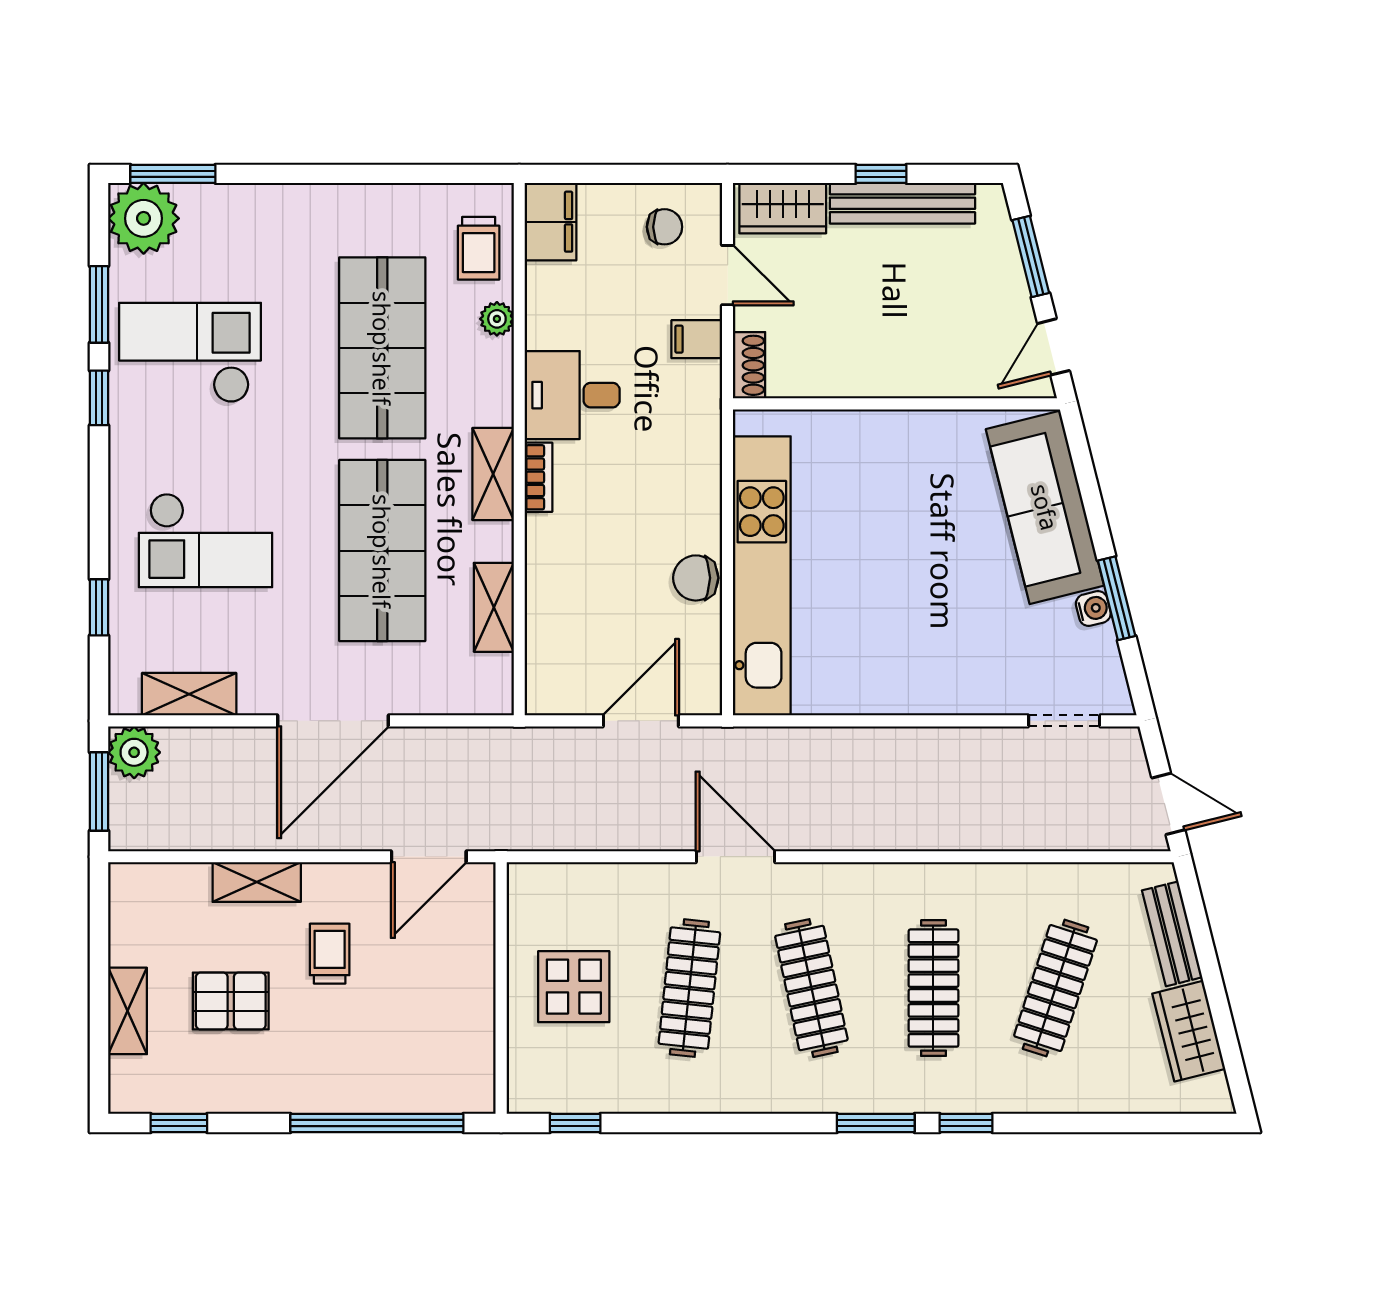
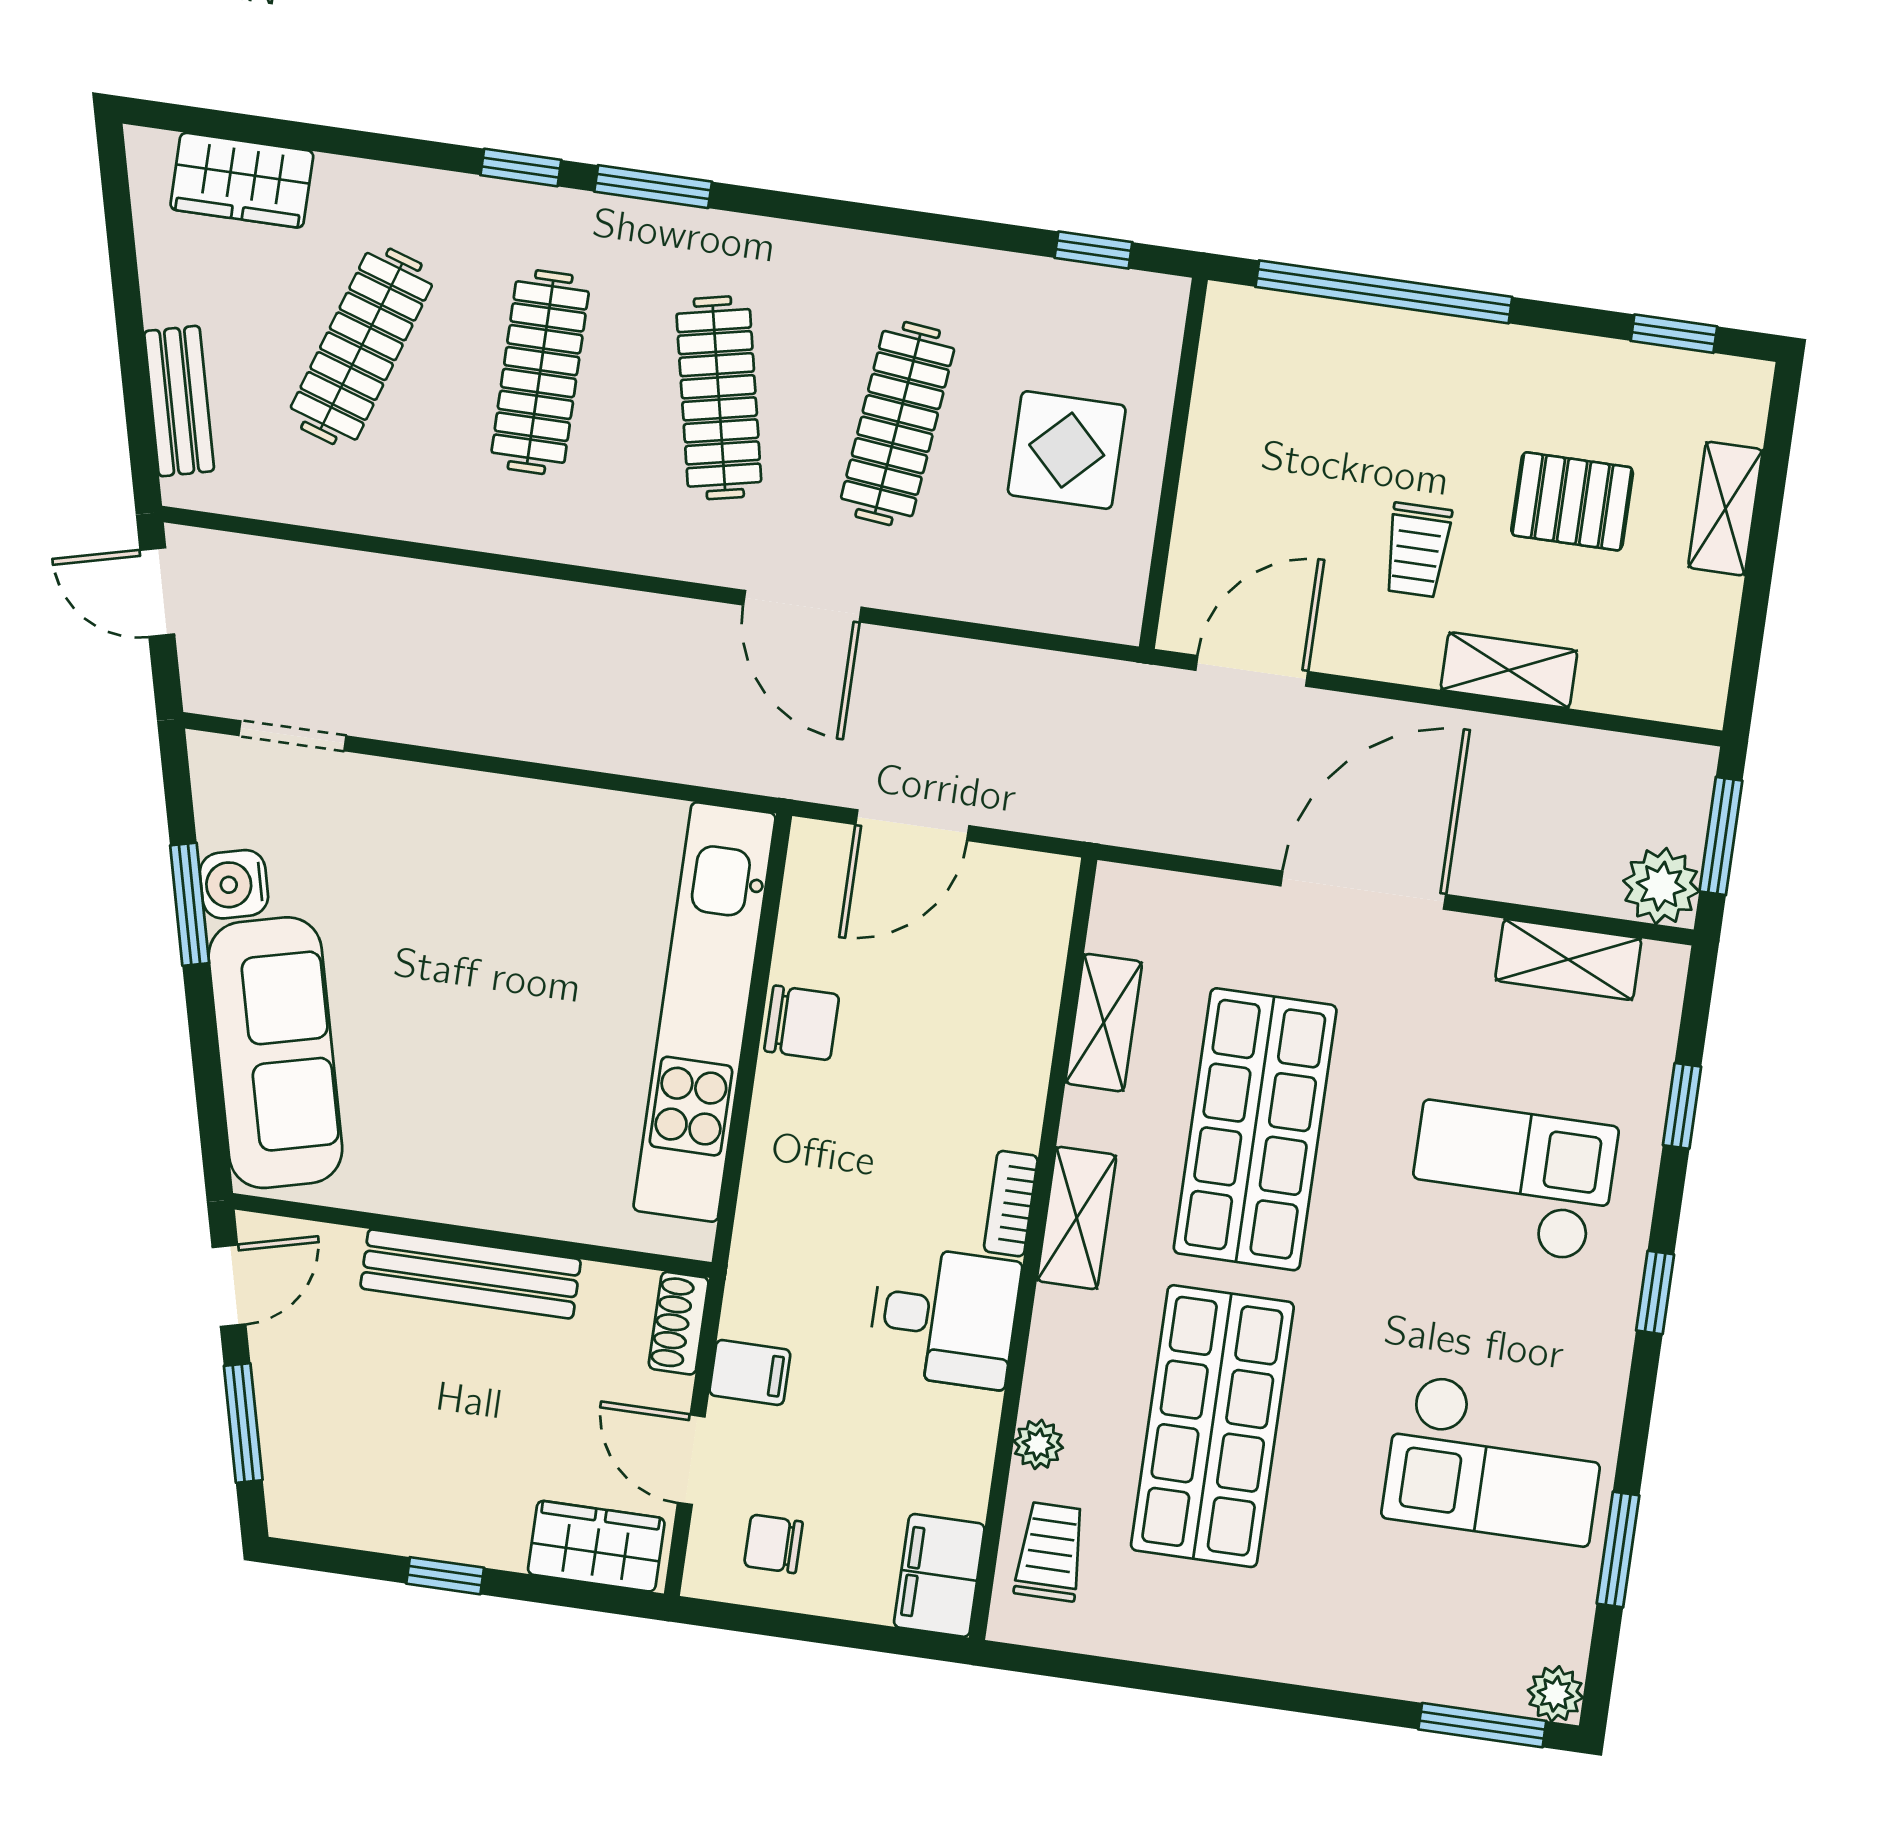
bench: (902, 203) -> (471, 1274), moved
plant: (144, 218) -> (1555, 1694), width x0.53, depth x0.53
window: (99, 398) -> (1655, 1292), moved
water cooler: (1093, 609) -> (234, 884), width x1.38, depth x1.38
wardrobe: (1189, 1031) -> (242, 180), moved, turned 104

